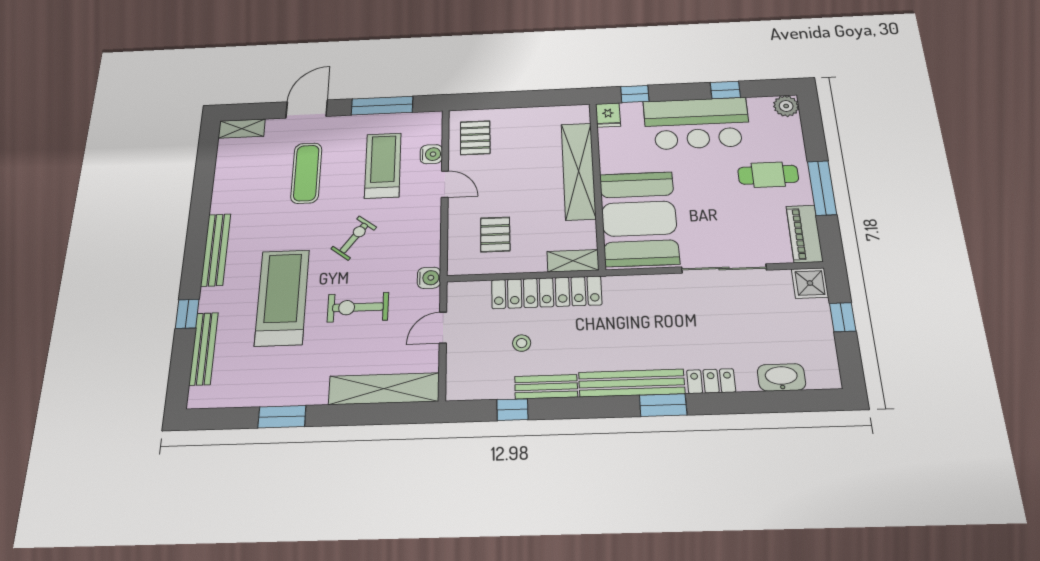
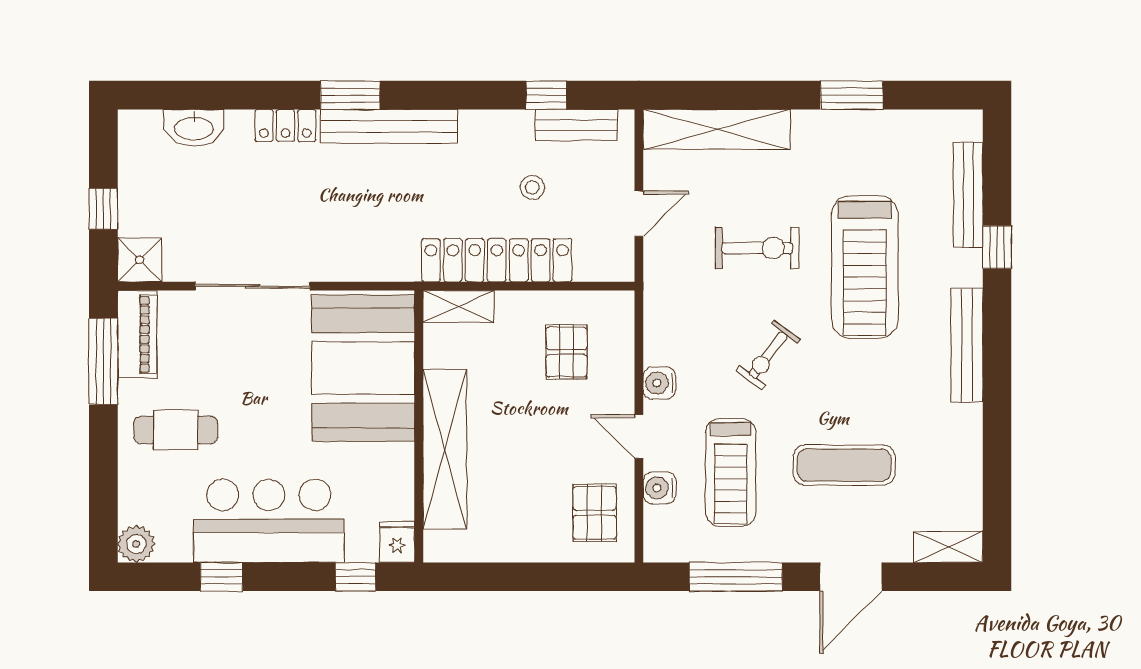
exercise mat: (306, 173) -> (844, 465), turned 90
window: (822, 188) -> (103, 361), moved
water cooler: (429, 278) -> (659, 383), moved
bench: (546, 387) -> (576, 125), moved

